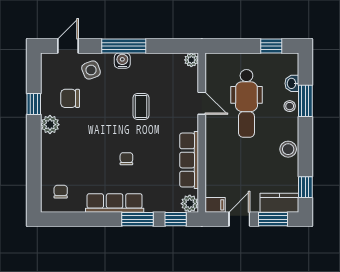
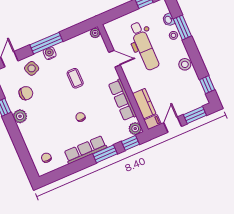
chair: (70, 98) -> (26, 93), turned 180
kitchen counter: (279, 203) -> (144, 104), moved, turned 90

